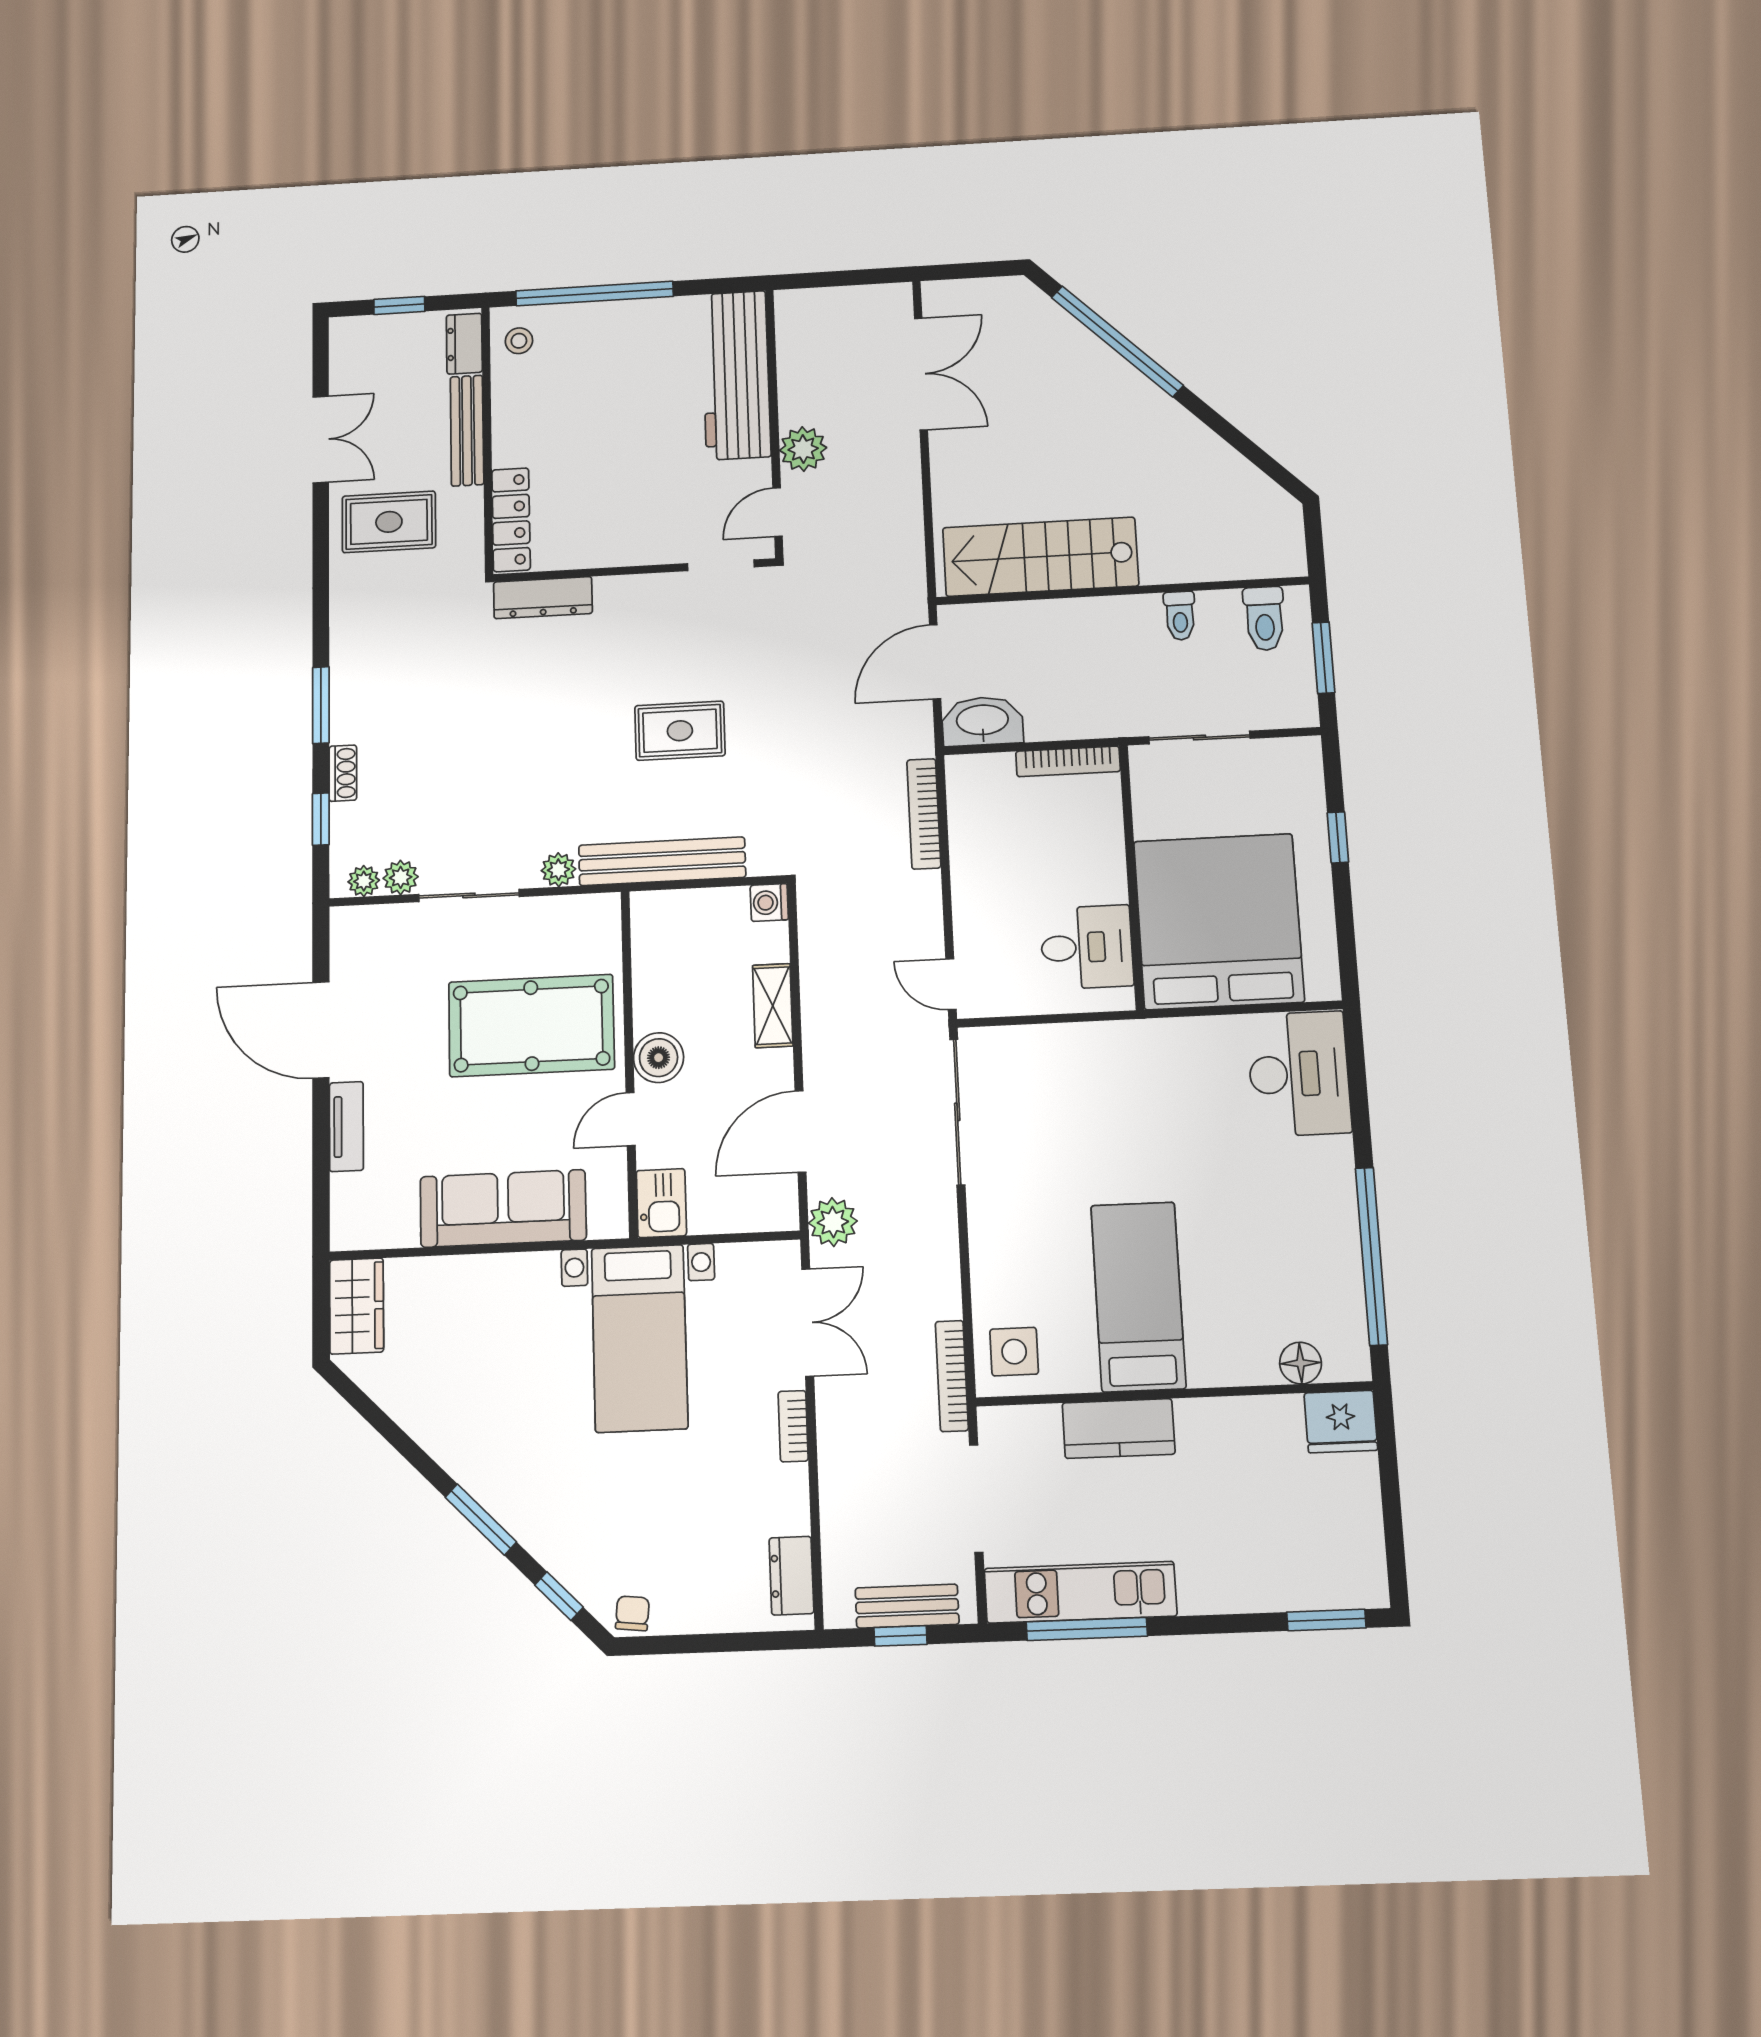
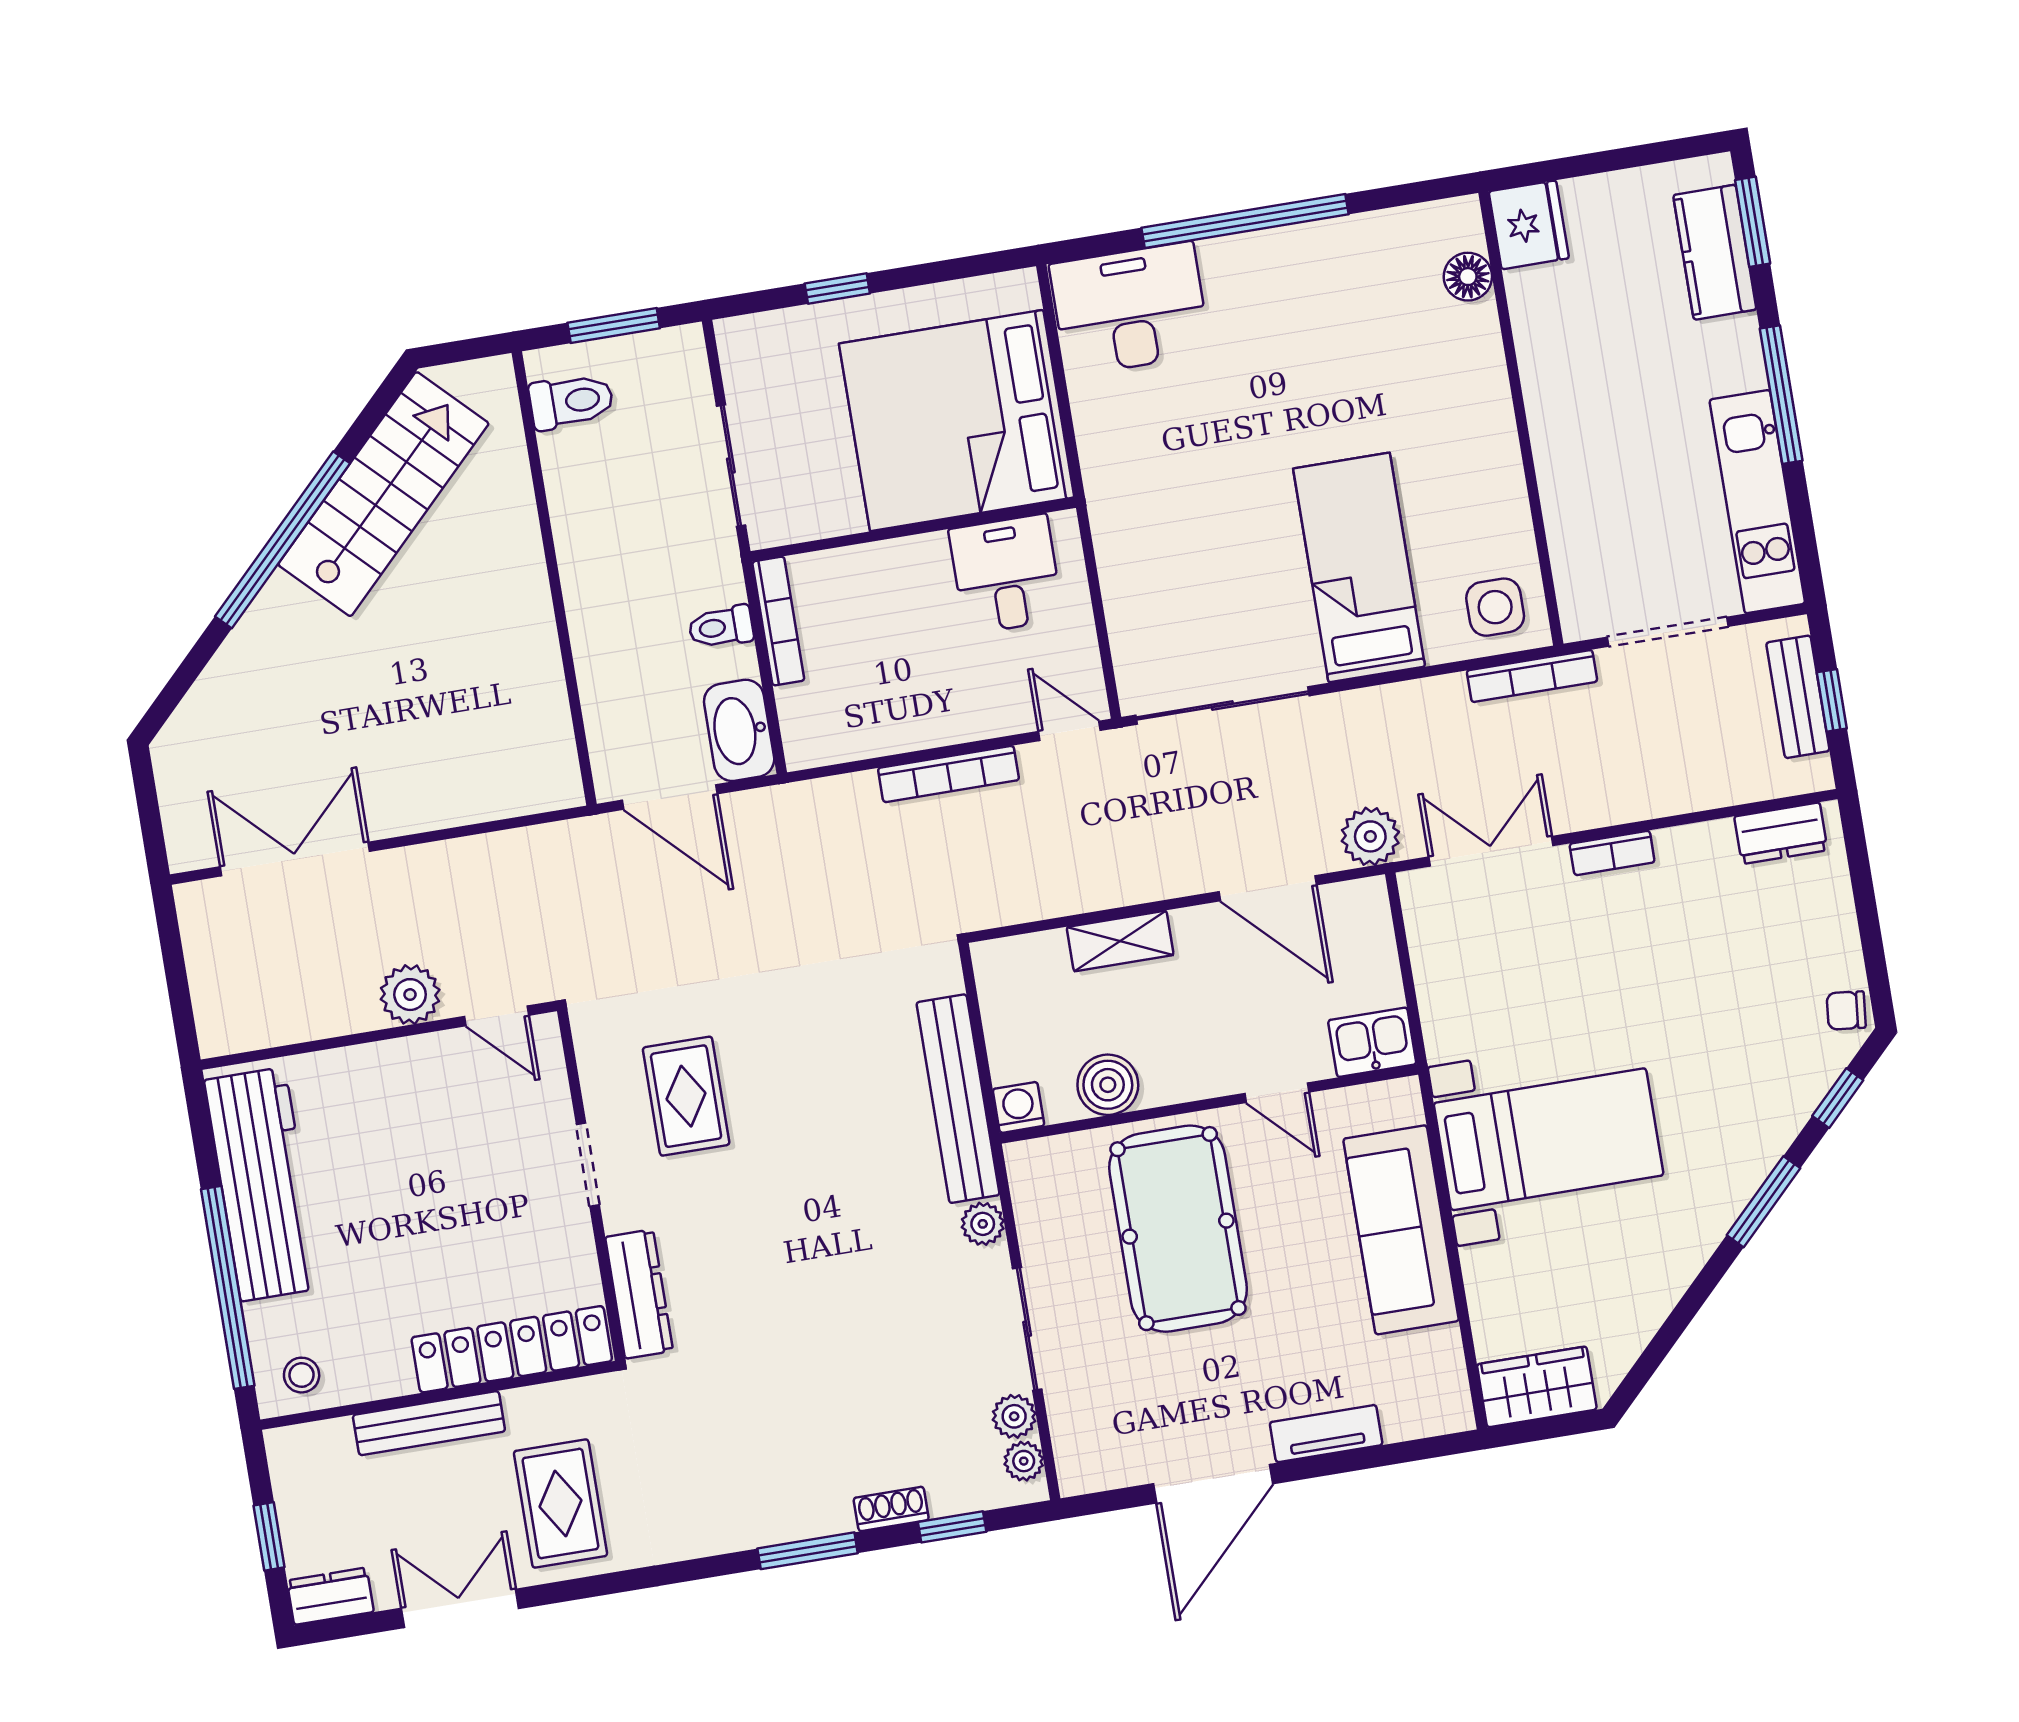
window: (1117, 341) -> (283, 540), moved
dresser: (464, 344) -> (330, 1596), moved, turned 180
workbench: (736, 375) -> (263, 1184), moved, turned -90
locker: (511, 520) -> (512, 1349), width x1.41, depth x1.21
stairs: (1040, 557) -> (383, 494), moved, turned -135
doorway: (721, 565) -> (588, 1165), moved
toilet: (1180, 616) -> (721, 627), moved, turned 180
rug: (680, 731) -> (686, 1096), moved
bookcase: (924, 814) -> (948, 774), moved
washing machine: (769, 903) -> (1019, 1107), moved, turned 180
door: (951, 984) -> (1069, 731), swing flipped
boiler: (659, 1058) -> (1108, 1085), moved
window: (1371, 1256) -> (1245, 221), moved
bed: (1138, 1297) -> (1359, 568), moved, turned 90
bed with nightstands: (639, 1338) -> (1549, 1139), moved
kitchen counter: (1119, 1429) -> (1715, 252), moved, turned 180
window: (1087, 1629) -> (1781, 395), moved

